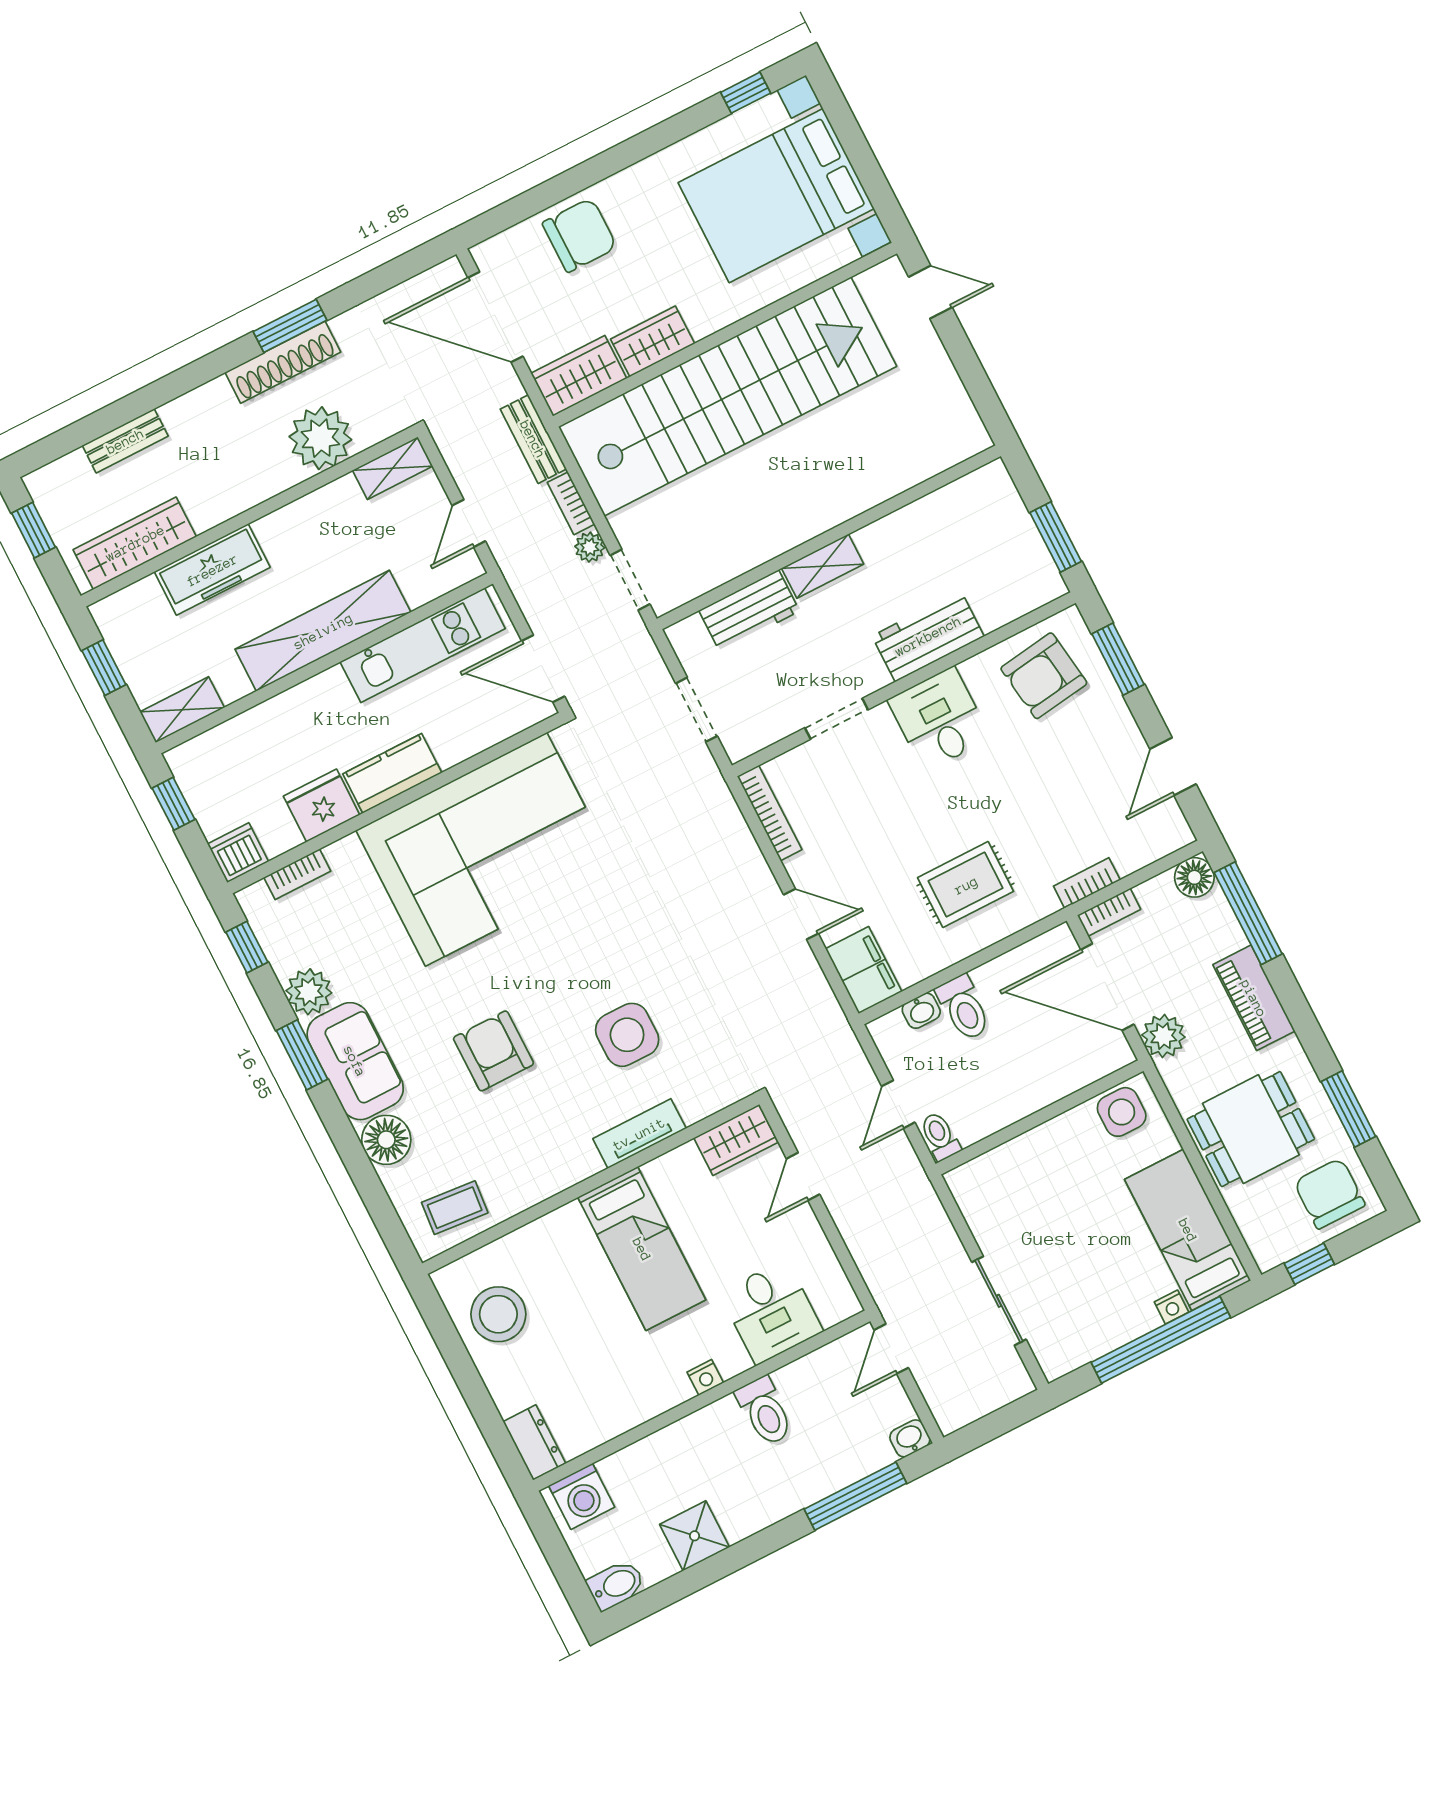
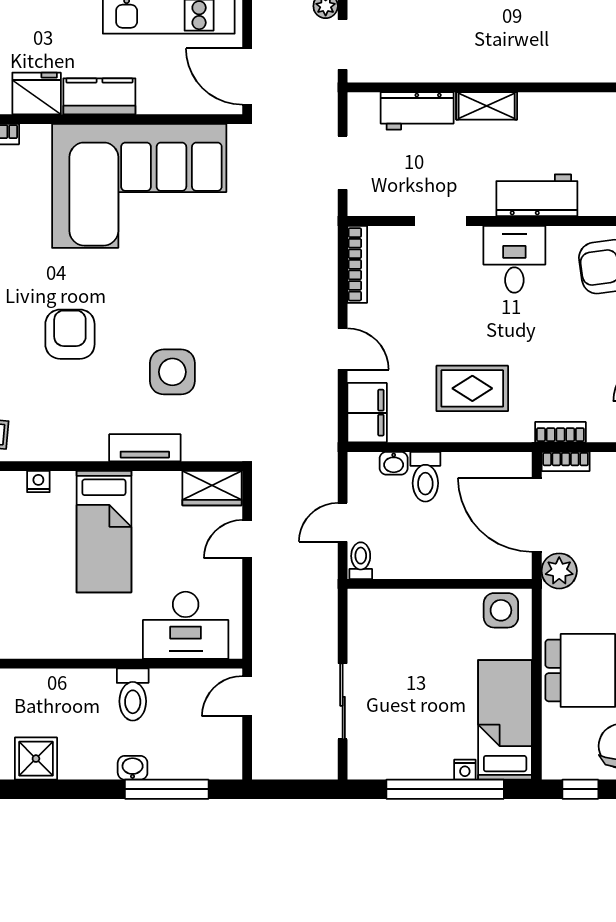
desk: (771, 1312) -> (186, 625), width x1.37
nightstand: (705, 1377) -> (38, 482), moved, turned 180
washbasin: (910, 1438) -> (133, 768), moved

